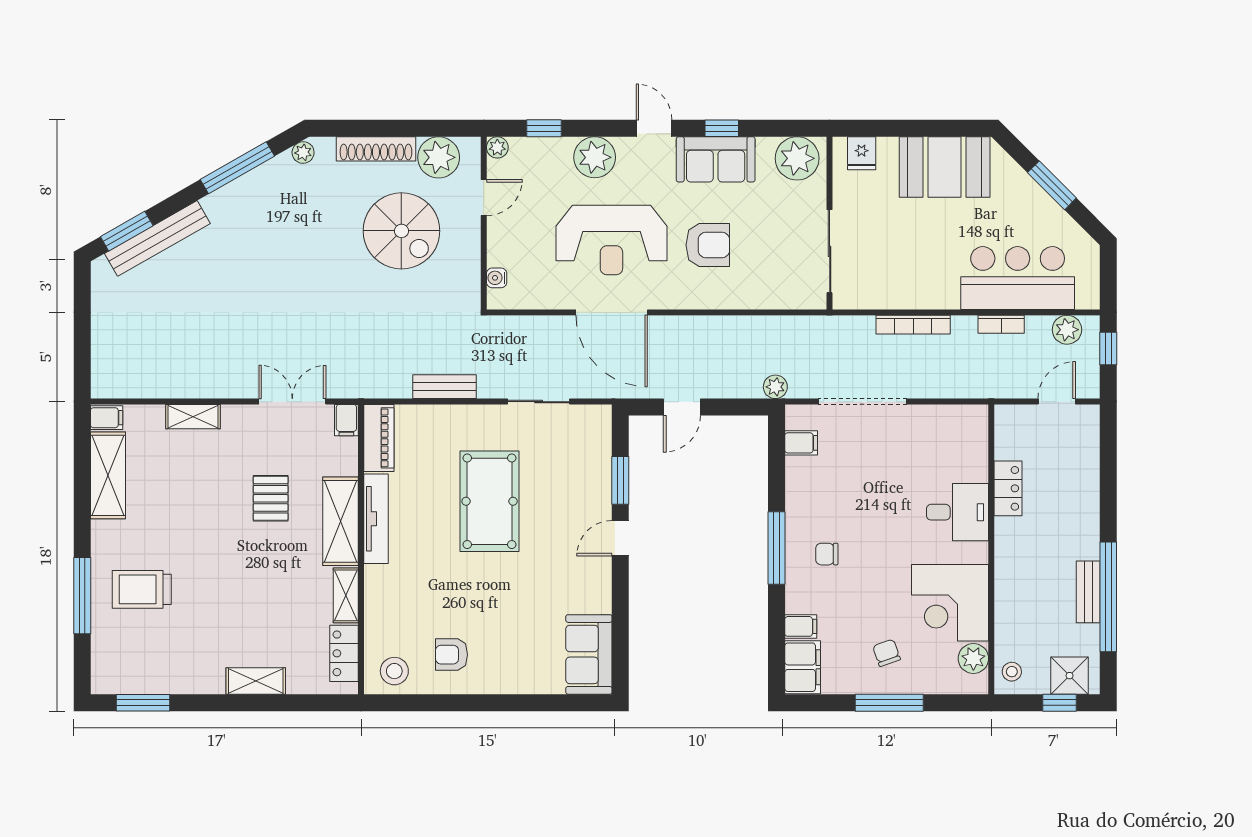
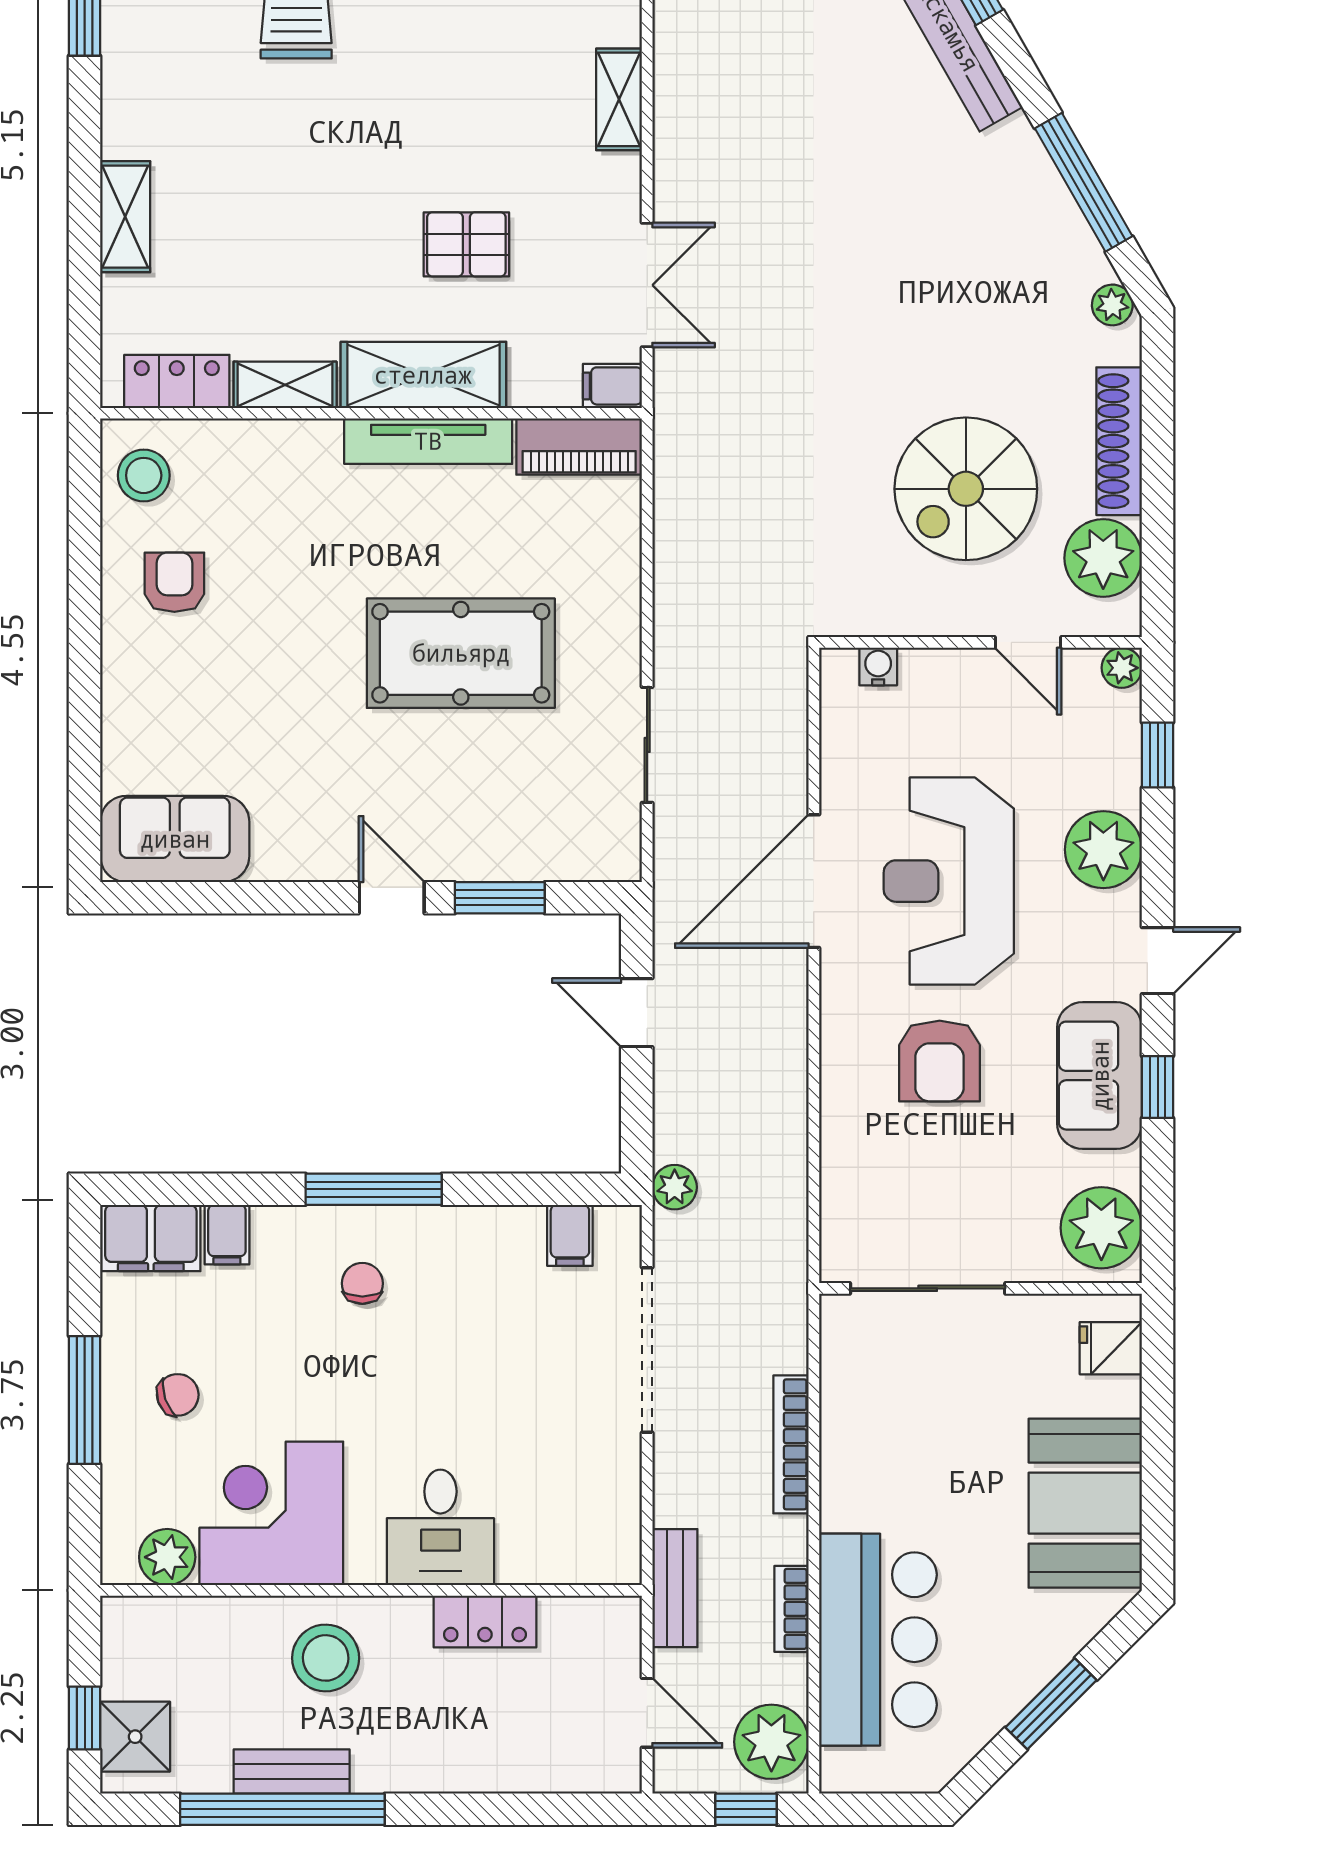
plant: (1067, 330) -> (771, 1742), width x1.36, depth x1.36
bench: (445, 387) -> (675, 1588), moved
stool: (1012, 672) -> (326, 1658), moved, width x1.89, depth x1.89

